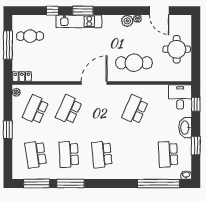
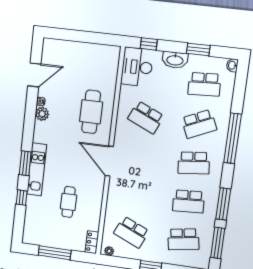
cafe table: (30, 36) -> (69, 202), moved
round table: (177, 49) -> (81, 60), removed
desk: (180, 97) -> (137, 67), width x1.37
school desk: (69, 110) -> (199, 124), moved, turned -48
window: (158, 184) -> (233, 138), moved

